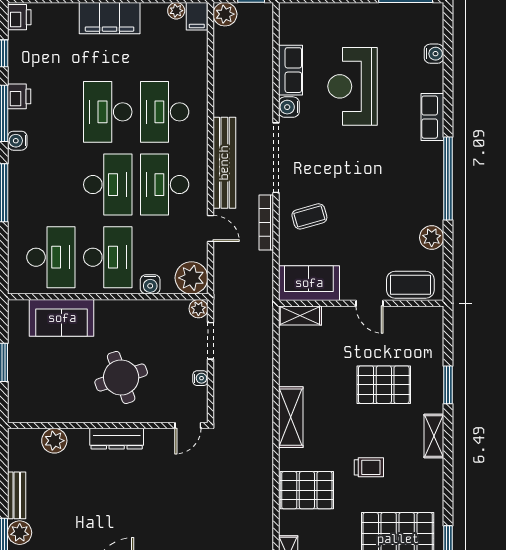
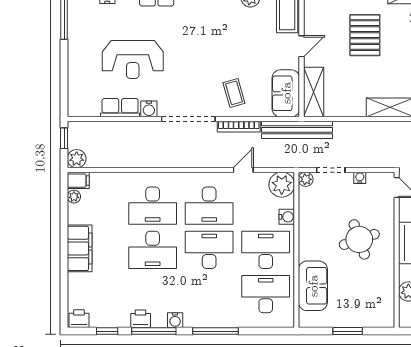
bench: (224, 163) -> (297, 130), moved
shelving: (300, 316) -> (314, 92), width x1.50, depth x1.33

